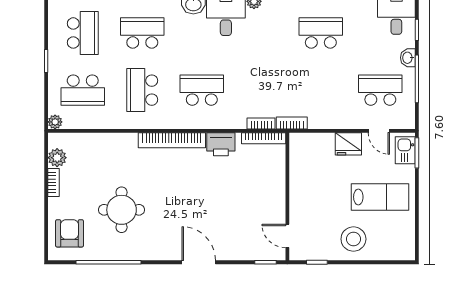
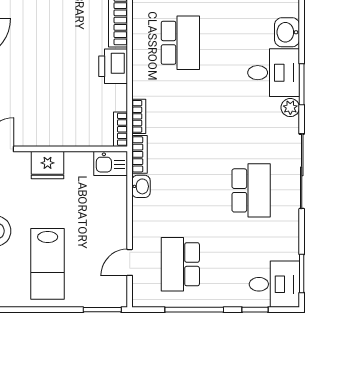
washbasin: (408, 58) -> (141, 186), moved, turned 90
school desk: (380, 90) -> (180, 264), turned 180
bookcase: (264, 138) -> (120, 129), width x0.64
fridge: (348, 144) -> (48, 165), moved, turned -90
kitchen sink: (405, 150) -> (111, 163), moved, turned 180

